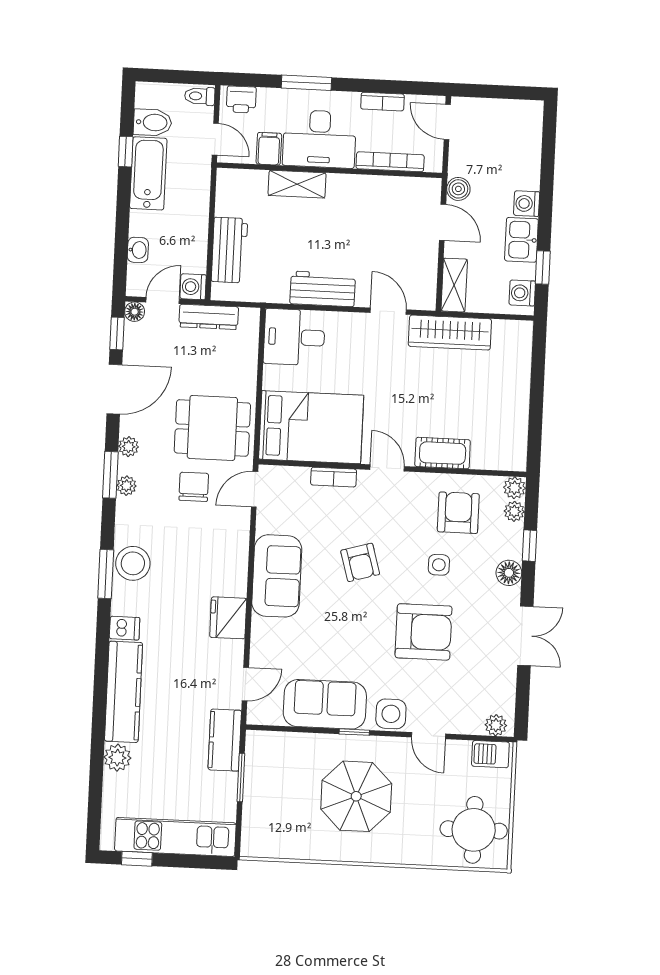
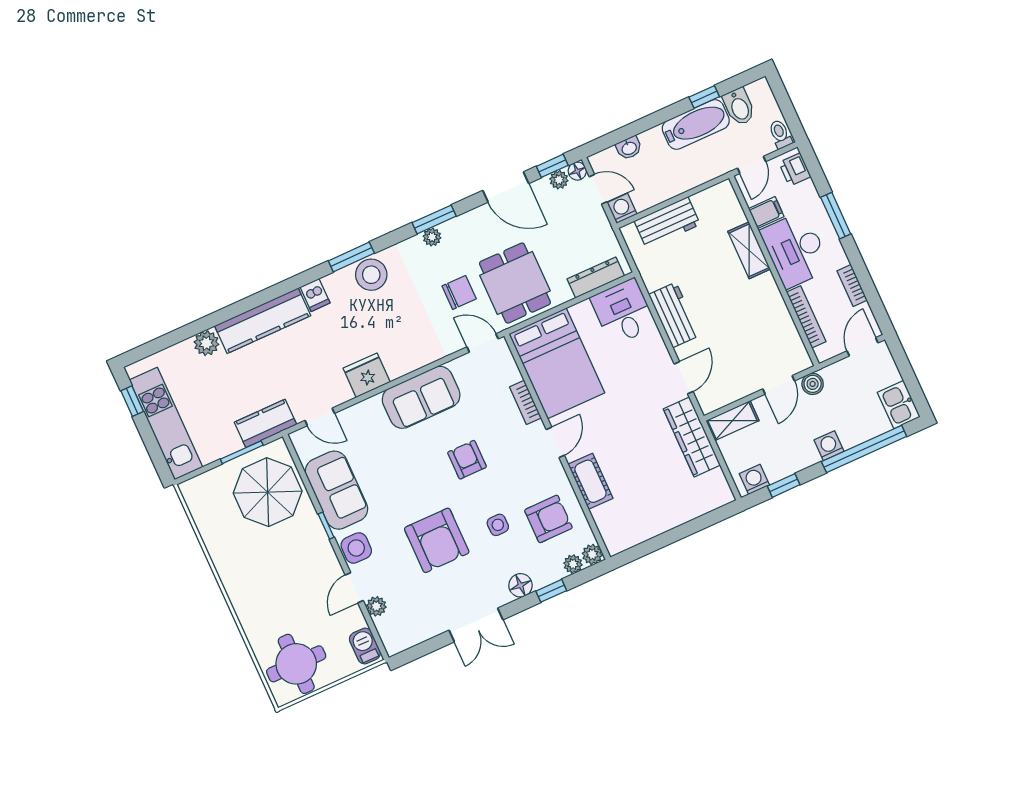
window: (547, 171) -> (864, 449), added
kitchen sink: (521, 240) -> (899, 405), moved, turned -90
dresser: (209, 317) -> (596, 277), moved, turned 90
plant: (129, 447) -> (559, 180), moved
armchair: (360, 562) -> (467, 460), turned 106
plant: (496, 725) -> (376, 606), moved
parasol: (356, 796) -> (268, 492), moved

